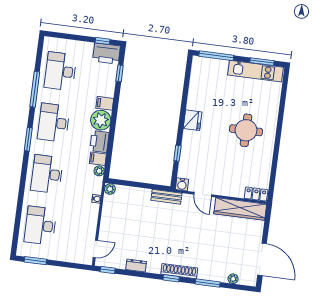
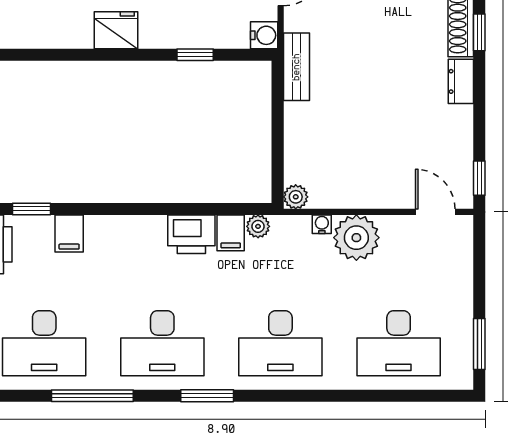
filing cabinet: (105, 103) -> (69, 234), moved
plant: (101, 120) -> (356, 238), moved
dresser: (136, 266) -> (461, 81), moved

